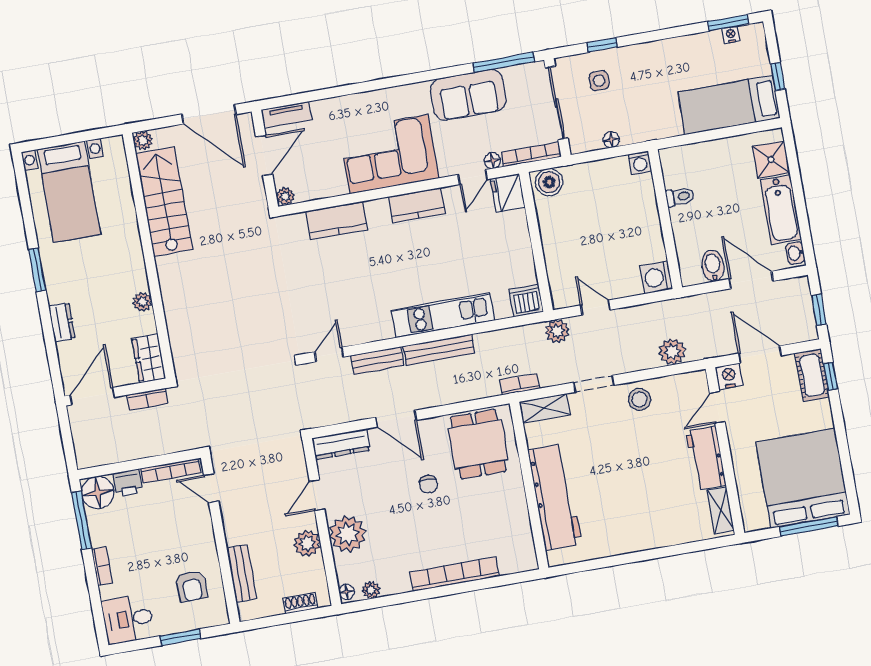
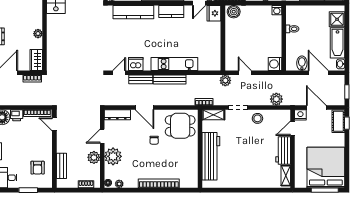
kitchen counter: (337, 221) -> (133, 12), width x1.50
dishwasher: (526, 300) -> (136, 64), moved
dining table: (478, 444) -> (180, 126), turned 90

